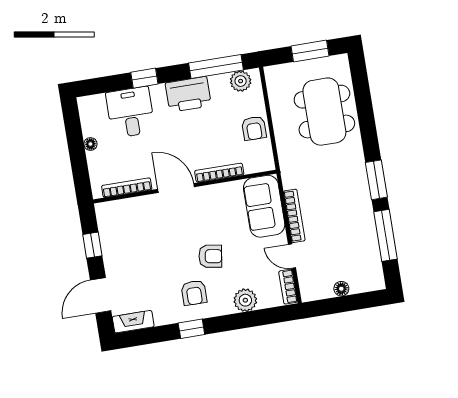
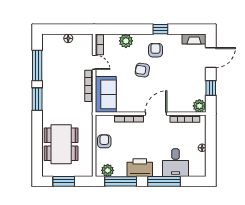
window: (144, 78) -> (164, 181), width x2.17
door: (176, 188) -> (156, 114), swing flipped
plant: (106, 213) -> (199, 106), added

